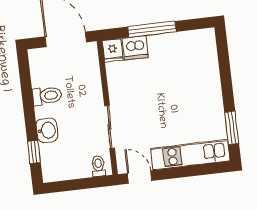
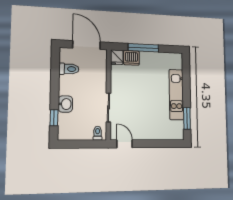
toilet: (47, 96) -> (69, 69), moved
kitchen unit: (190, 155) -> (176, 94), moved, turned -90

